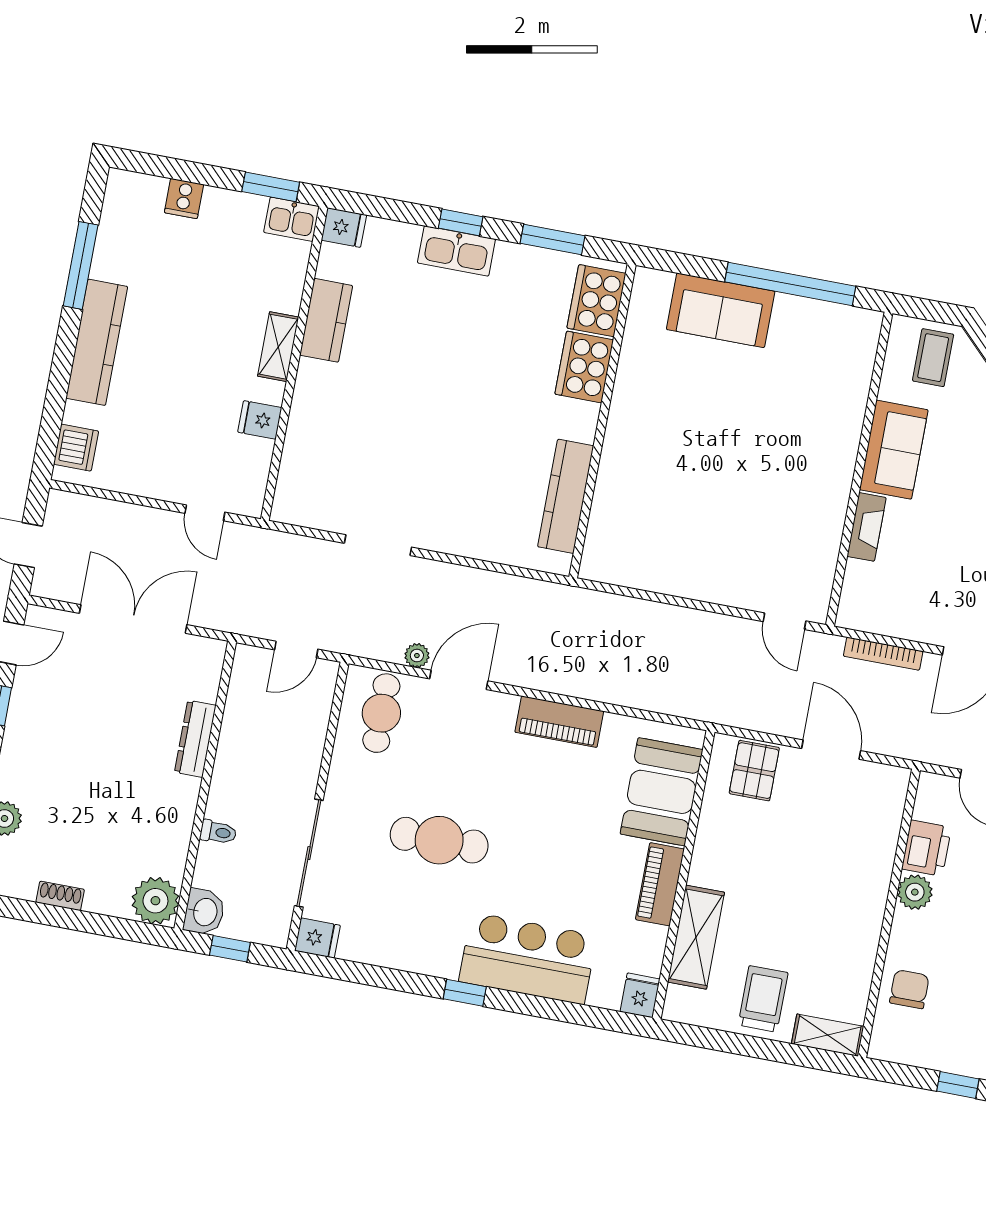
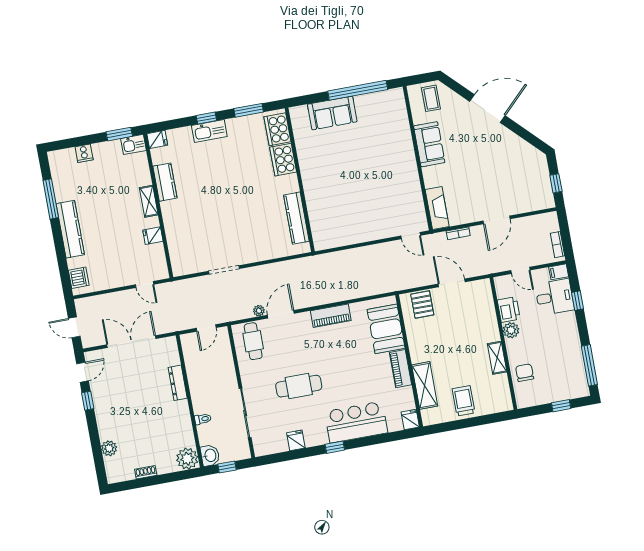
fireplace: (867, 527) -> (437, 208), moved, width x1.37, depth x1.32
bookcase: (883, 654) -> (458, 233), width x0.64
fridge: (317, 938) -> (296, 440), moved, turned -90
shelving: (828, 1035) -> (497, 358), moved, turned 90

